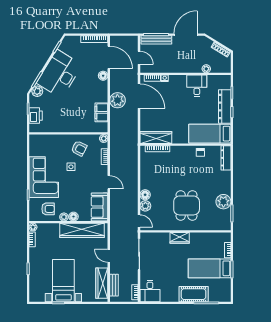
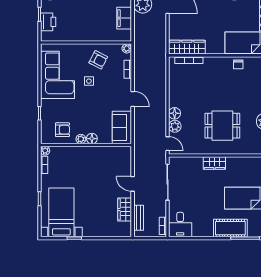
corner sofa: (44, 177) -> (58, 75), moved
dining table: (187, 205) -> (222, 126), turned 90
wardrobe: (82, 230) -> (102, 154), removed
bed with nightstands: (63, 281) -> (61, 212), moved
wardrobe: (102, 283) -> (125, 209), width x0.67

